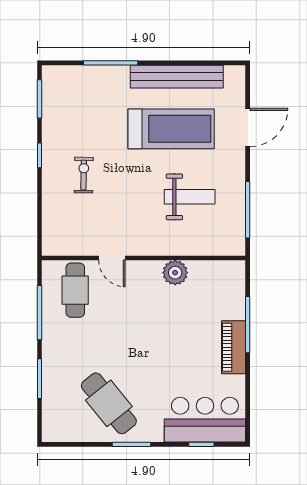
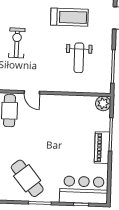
treadmill: (171, 129) -> (69, 17), width x0.73, depth x0.73
exercise bike: (84, 175) -> (17, 43), width x1.38, depth x1.39
weight bench: (190, 197) -> (79, 58), turned 90
plant: (175, 273) -> (103, 103), moved

